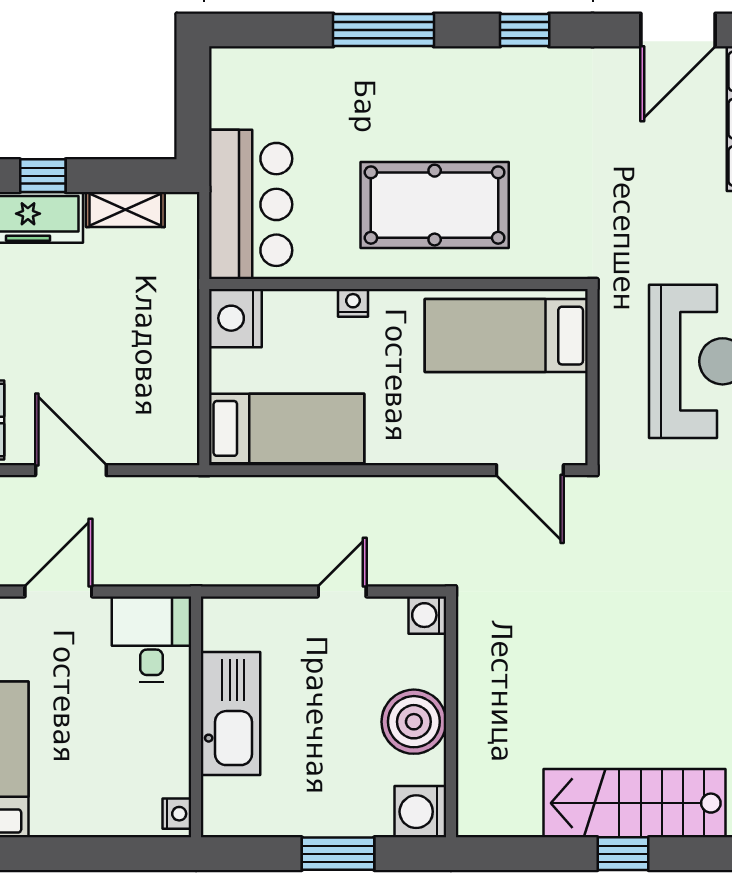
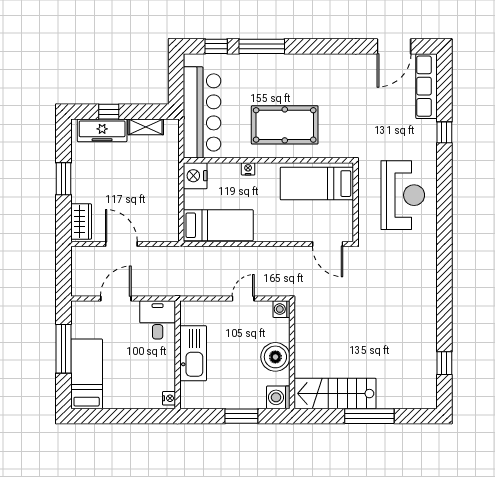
window: (525, 30) -> (216, 46), moved
bar counter: (251, 204) -> (202, 112), width x1.36
stairs: (634, 803) -> (335, 394), moved
window: (623, 854) -> (369, 416), width x2.17

